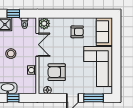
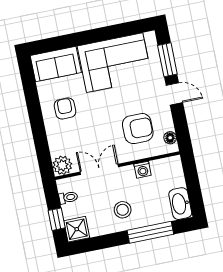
armchair: (57, 72) -> (138, 129), turned -90
window: (13, 98) -> (194, 191), removed

